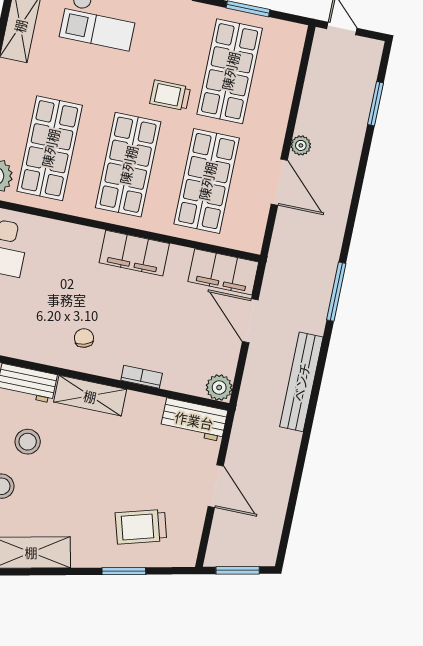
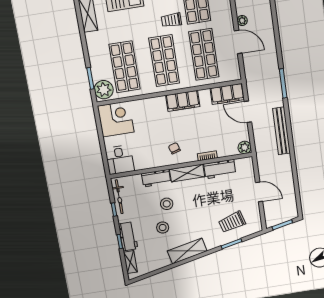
workbench: (194, 420) -> (220, 169), moved

